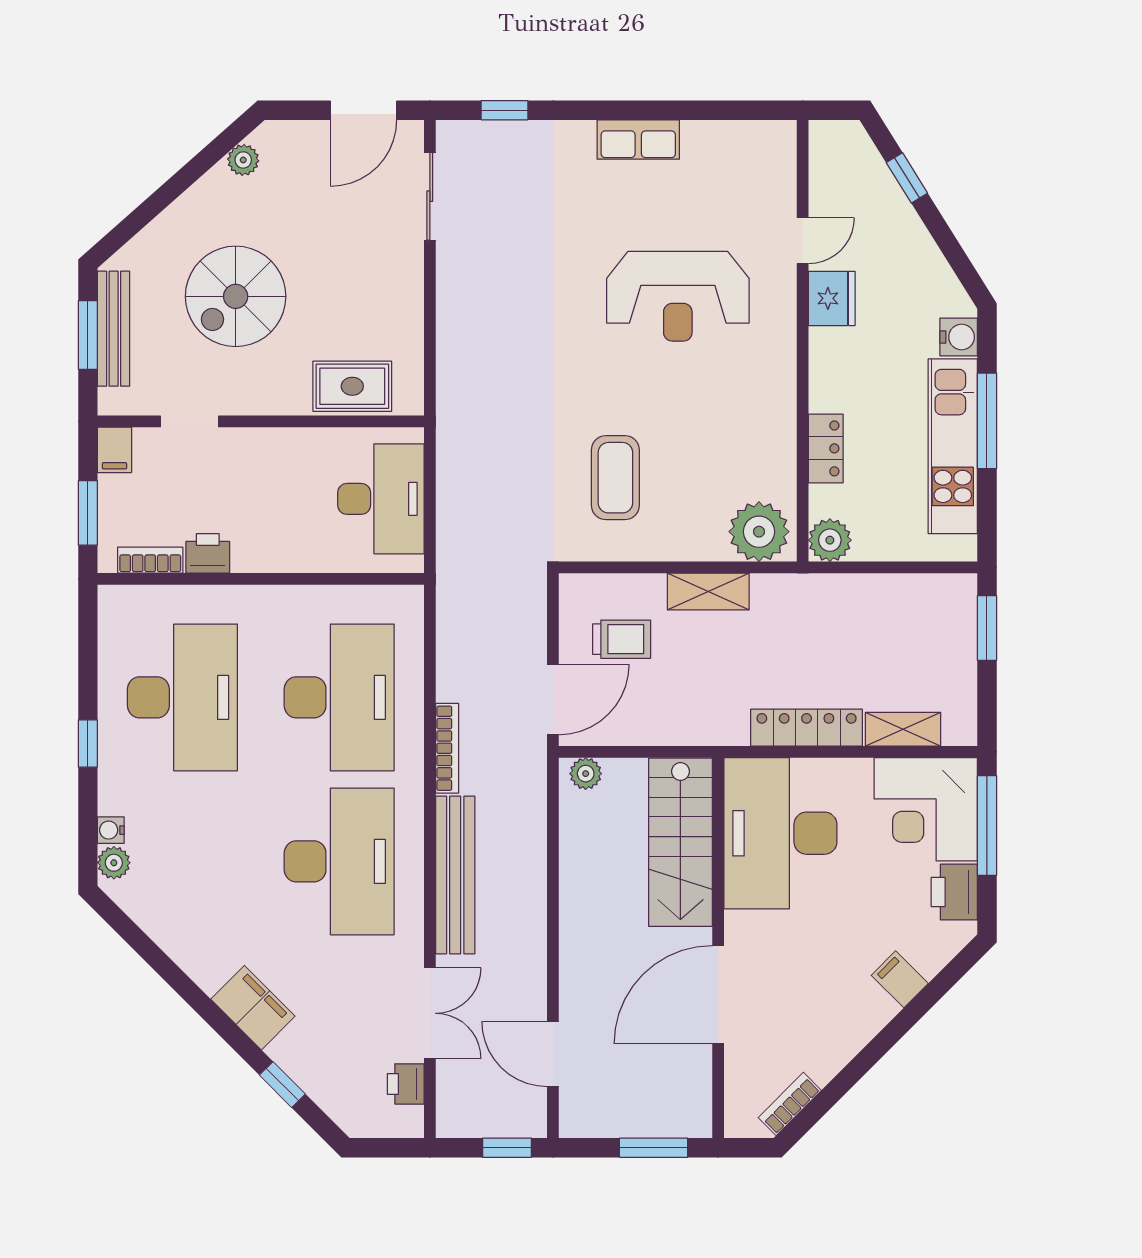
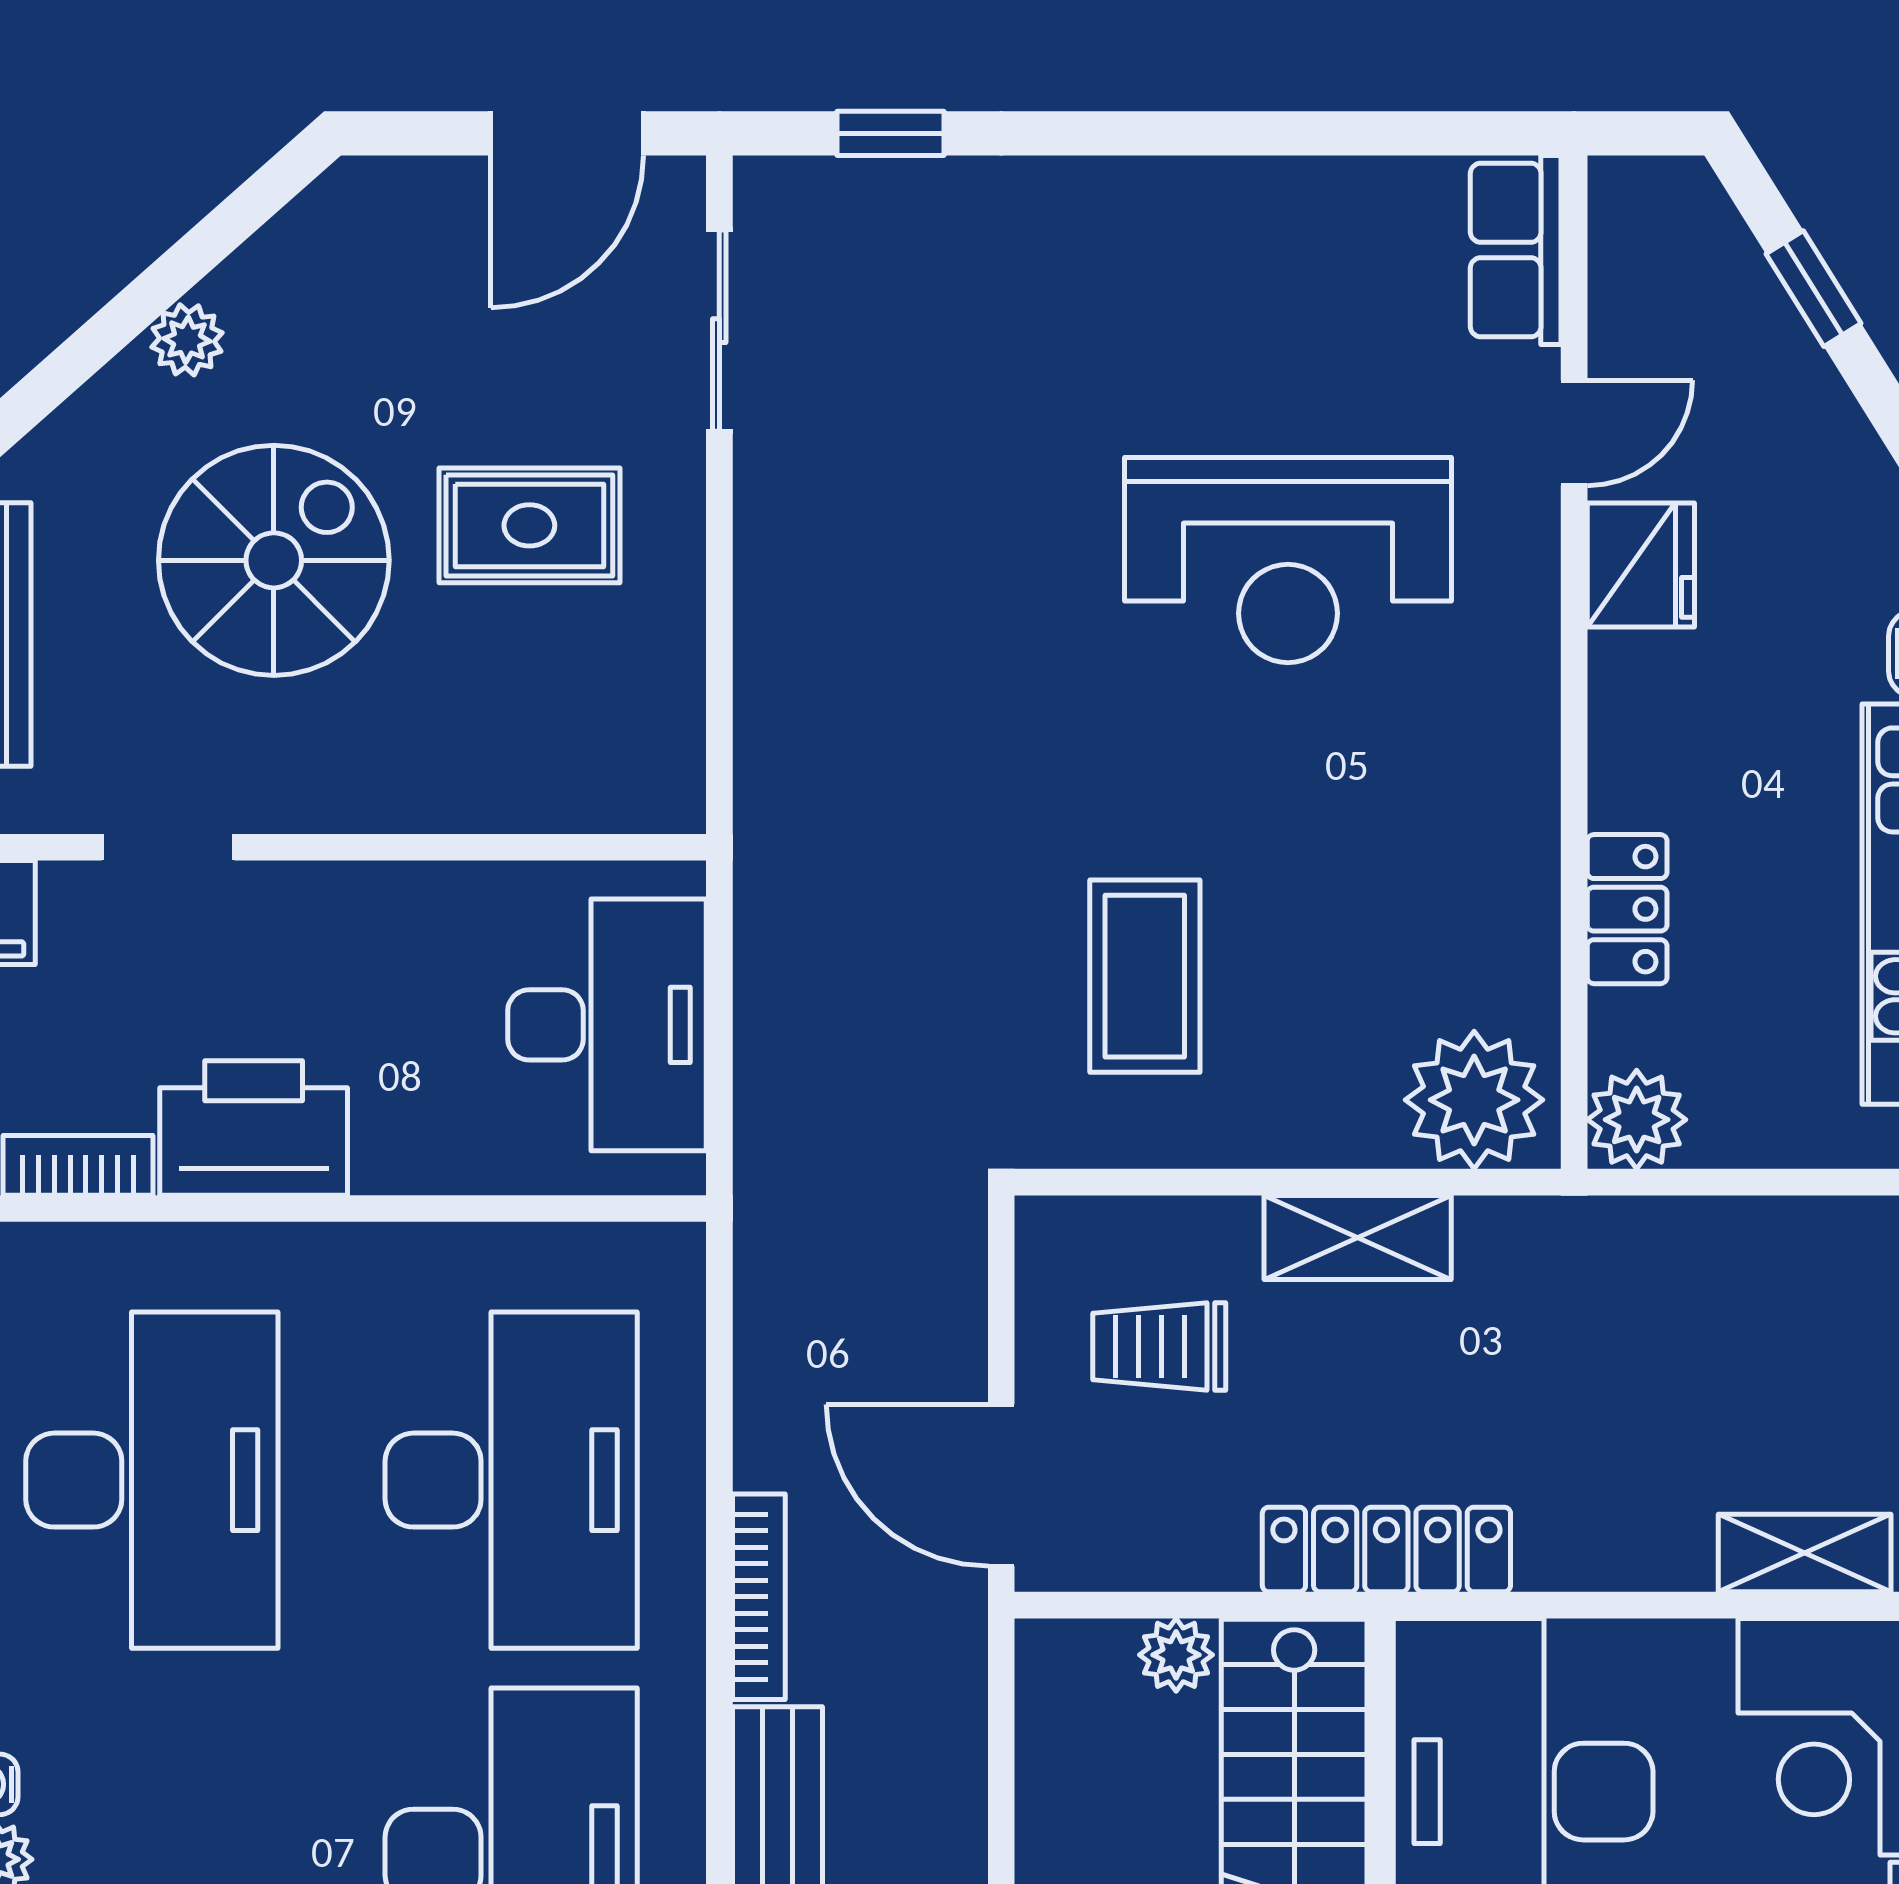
row of seats: (638, 140) -> (1516, 250), moved, turned 90
plant: (243, 160) -> (187, 340), moved
spiral stairs: (236, 296) -> (274, 560), turned 180
rug: (352, 386) -> (529, 525), moved
printer: (208, 553) -> (254, 1128), width x1.87, depth x1.48
trolley: (622, 639) -> (1159, 1347), turned 180
door: (553, 700) -> (1001, 1485), swing flipped
locker: (807, 728) -> (1386, 1549), moved
plant: (586, 774) -> (1176, 1655), moved

